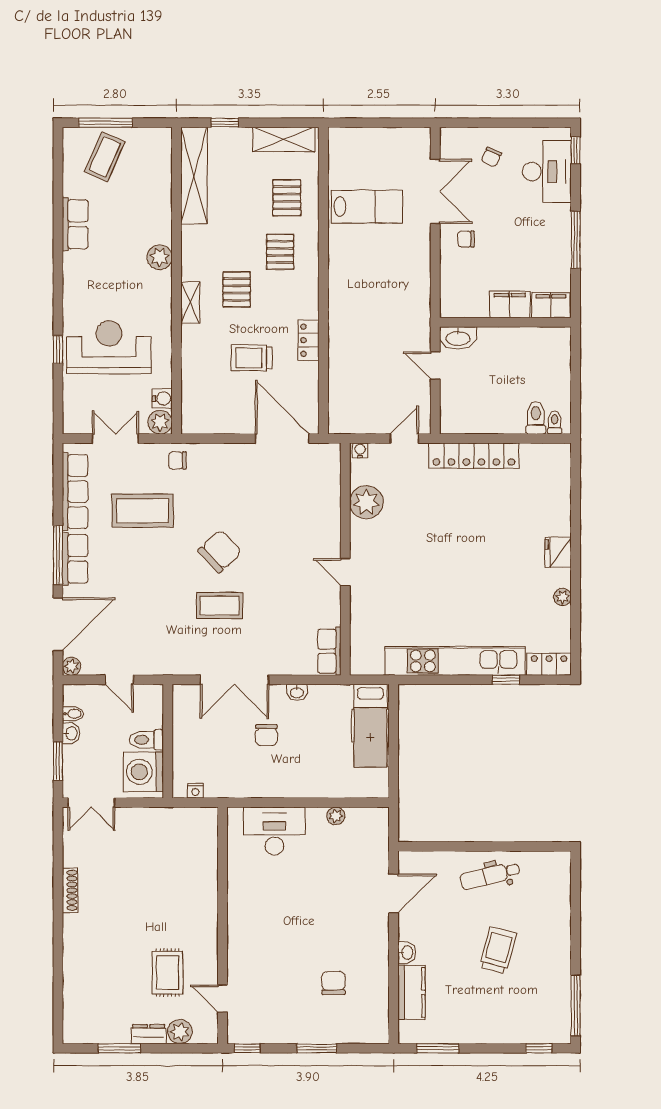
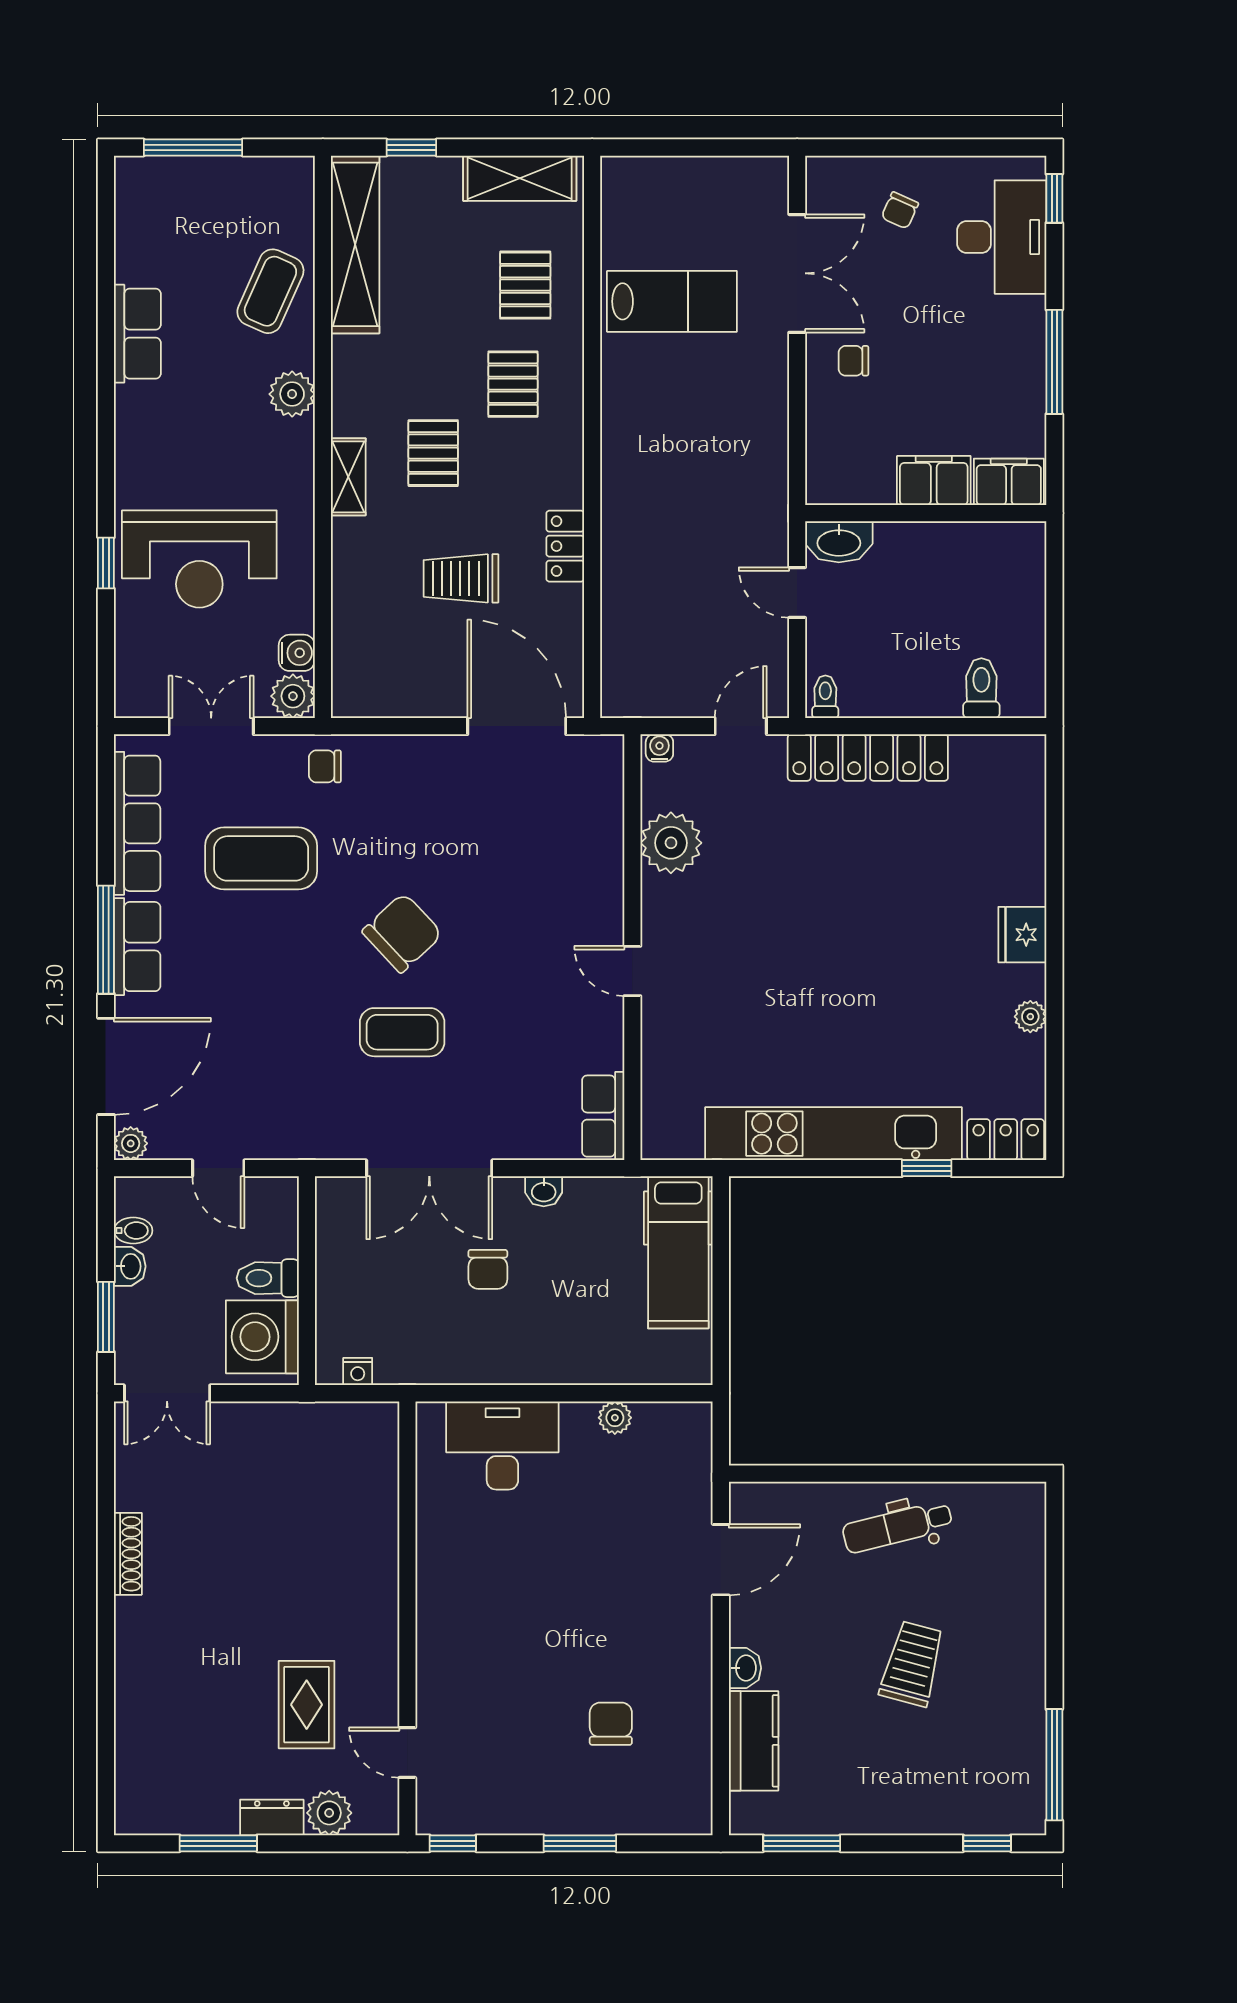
coffee table: (105, 157) -> (270, 291), moved
reception desk: (109, 347) -> (199, 559), turned 180
toilet: (555, 422) -> (825, 697), moved

